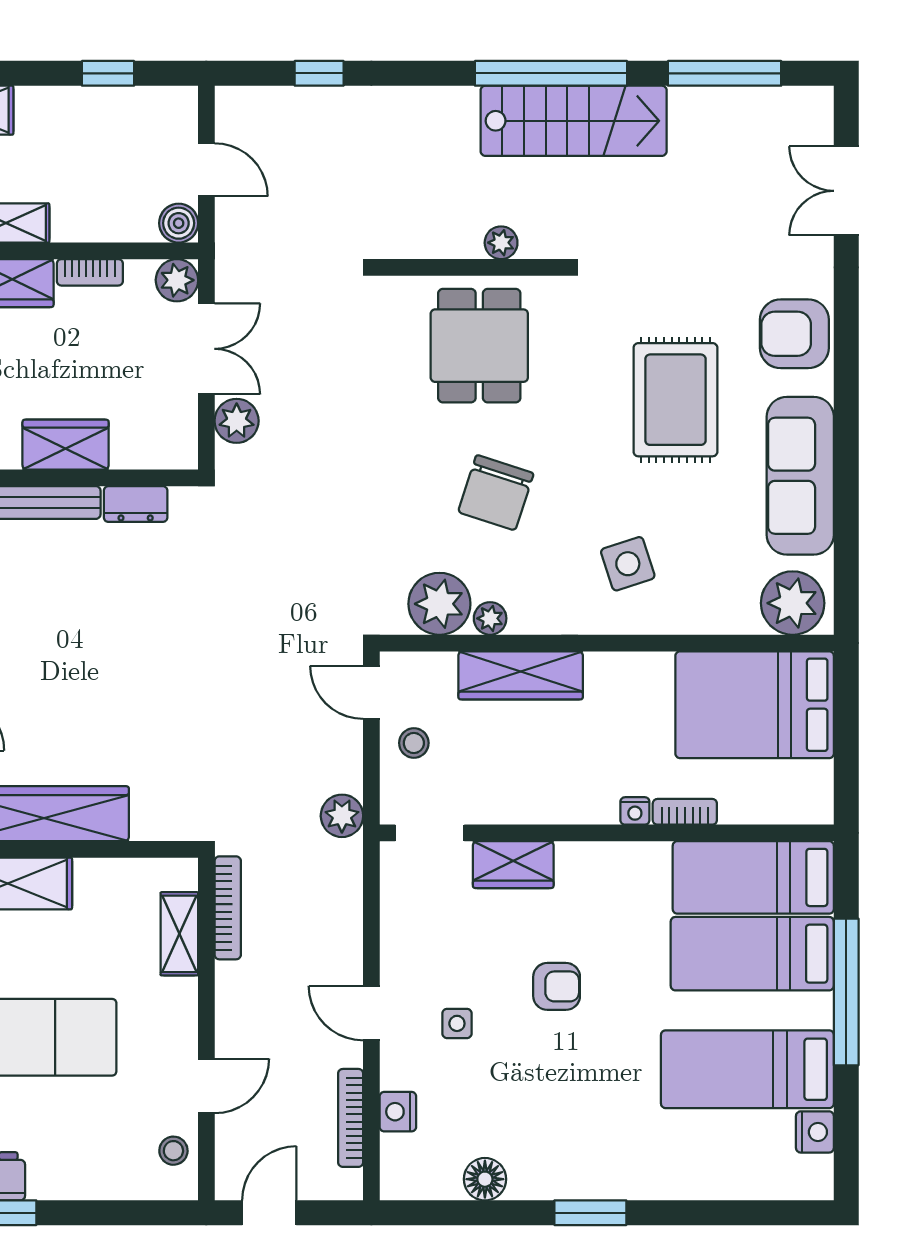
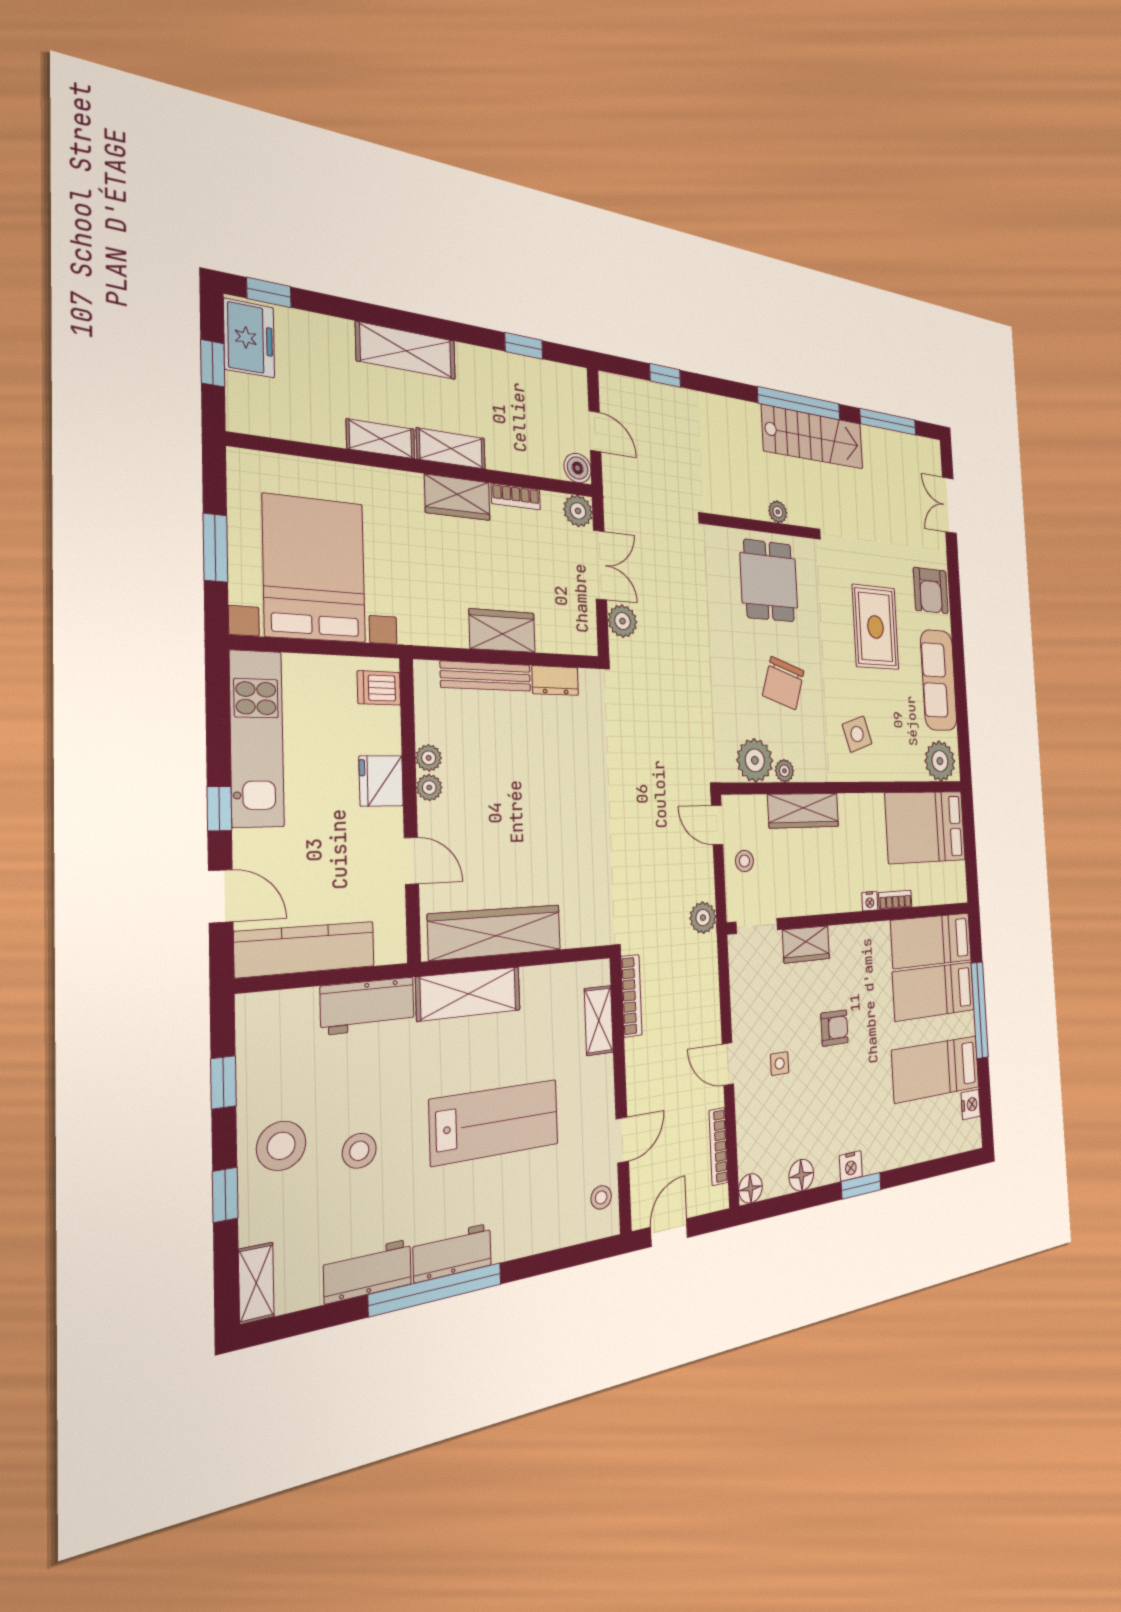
armchair: (794, 334) -> (931, 590), turned -90
nightstand: (398, 1112) -> (851, 1166), moved, turned -90
floor lamp: (399, 1181) -> (751, 1188), added

